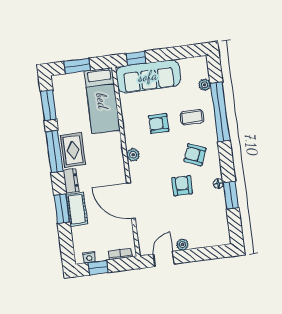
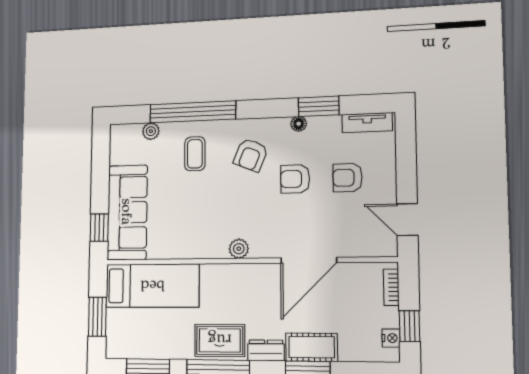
armchair: (159, 123) -> (348, 178), moved, turned 90
tv unit: (223, 227) -> (367, 123), added
plant: (182, 245) -> (387, 188), removed

